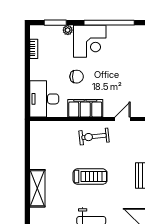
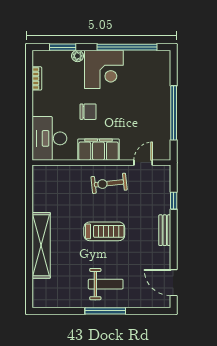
shelving: (37, 188) -> (41, 245), width x1.47

